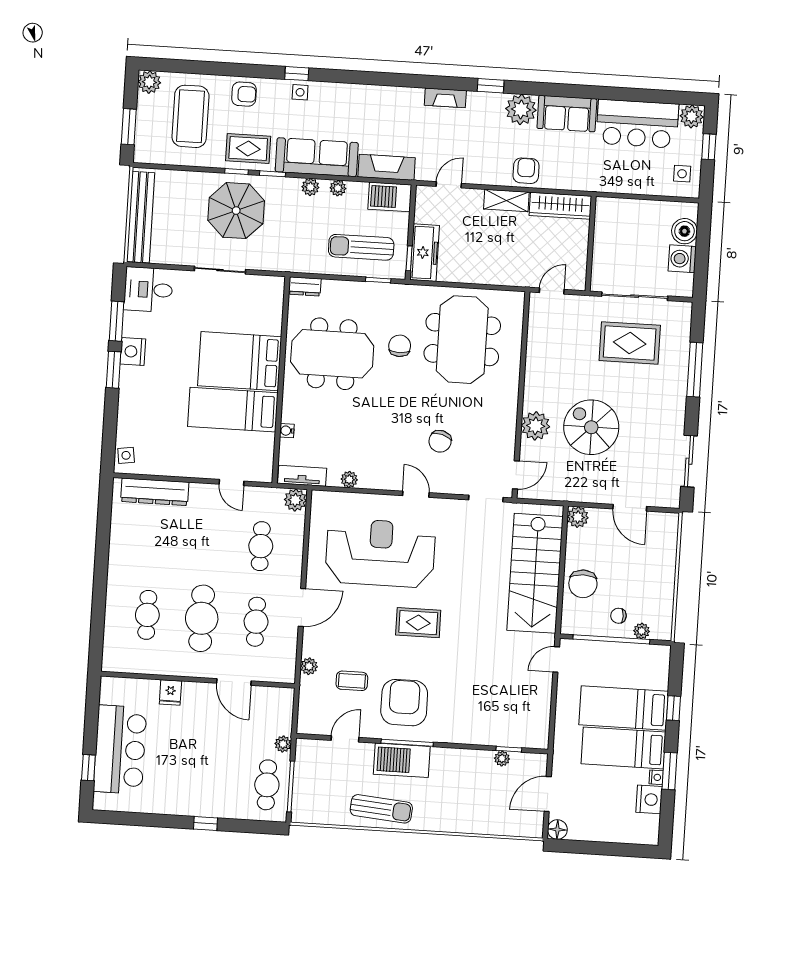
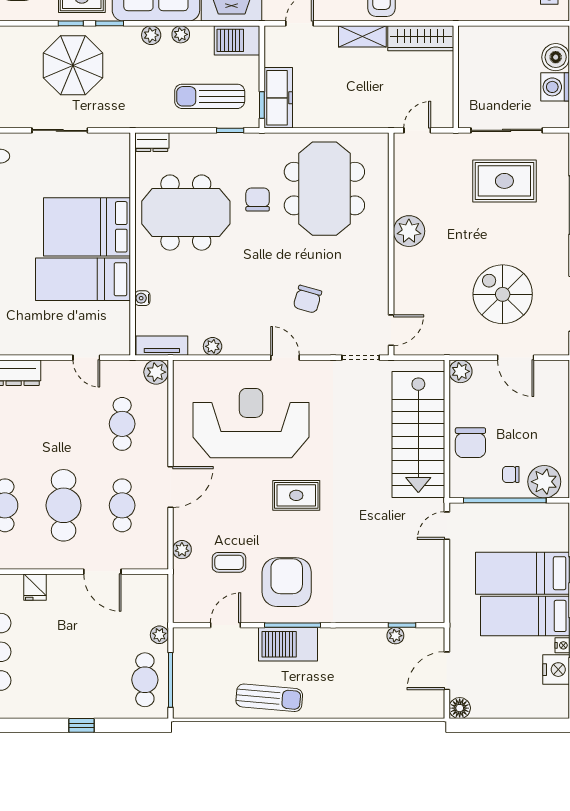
plant: (536, 426) -> (409, 231), moved
spiral stairs: (591, 427) -> (503, 294), moved
plant: (642, 631) -> (544, 482), width x1.87, depth x1.87

